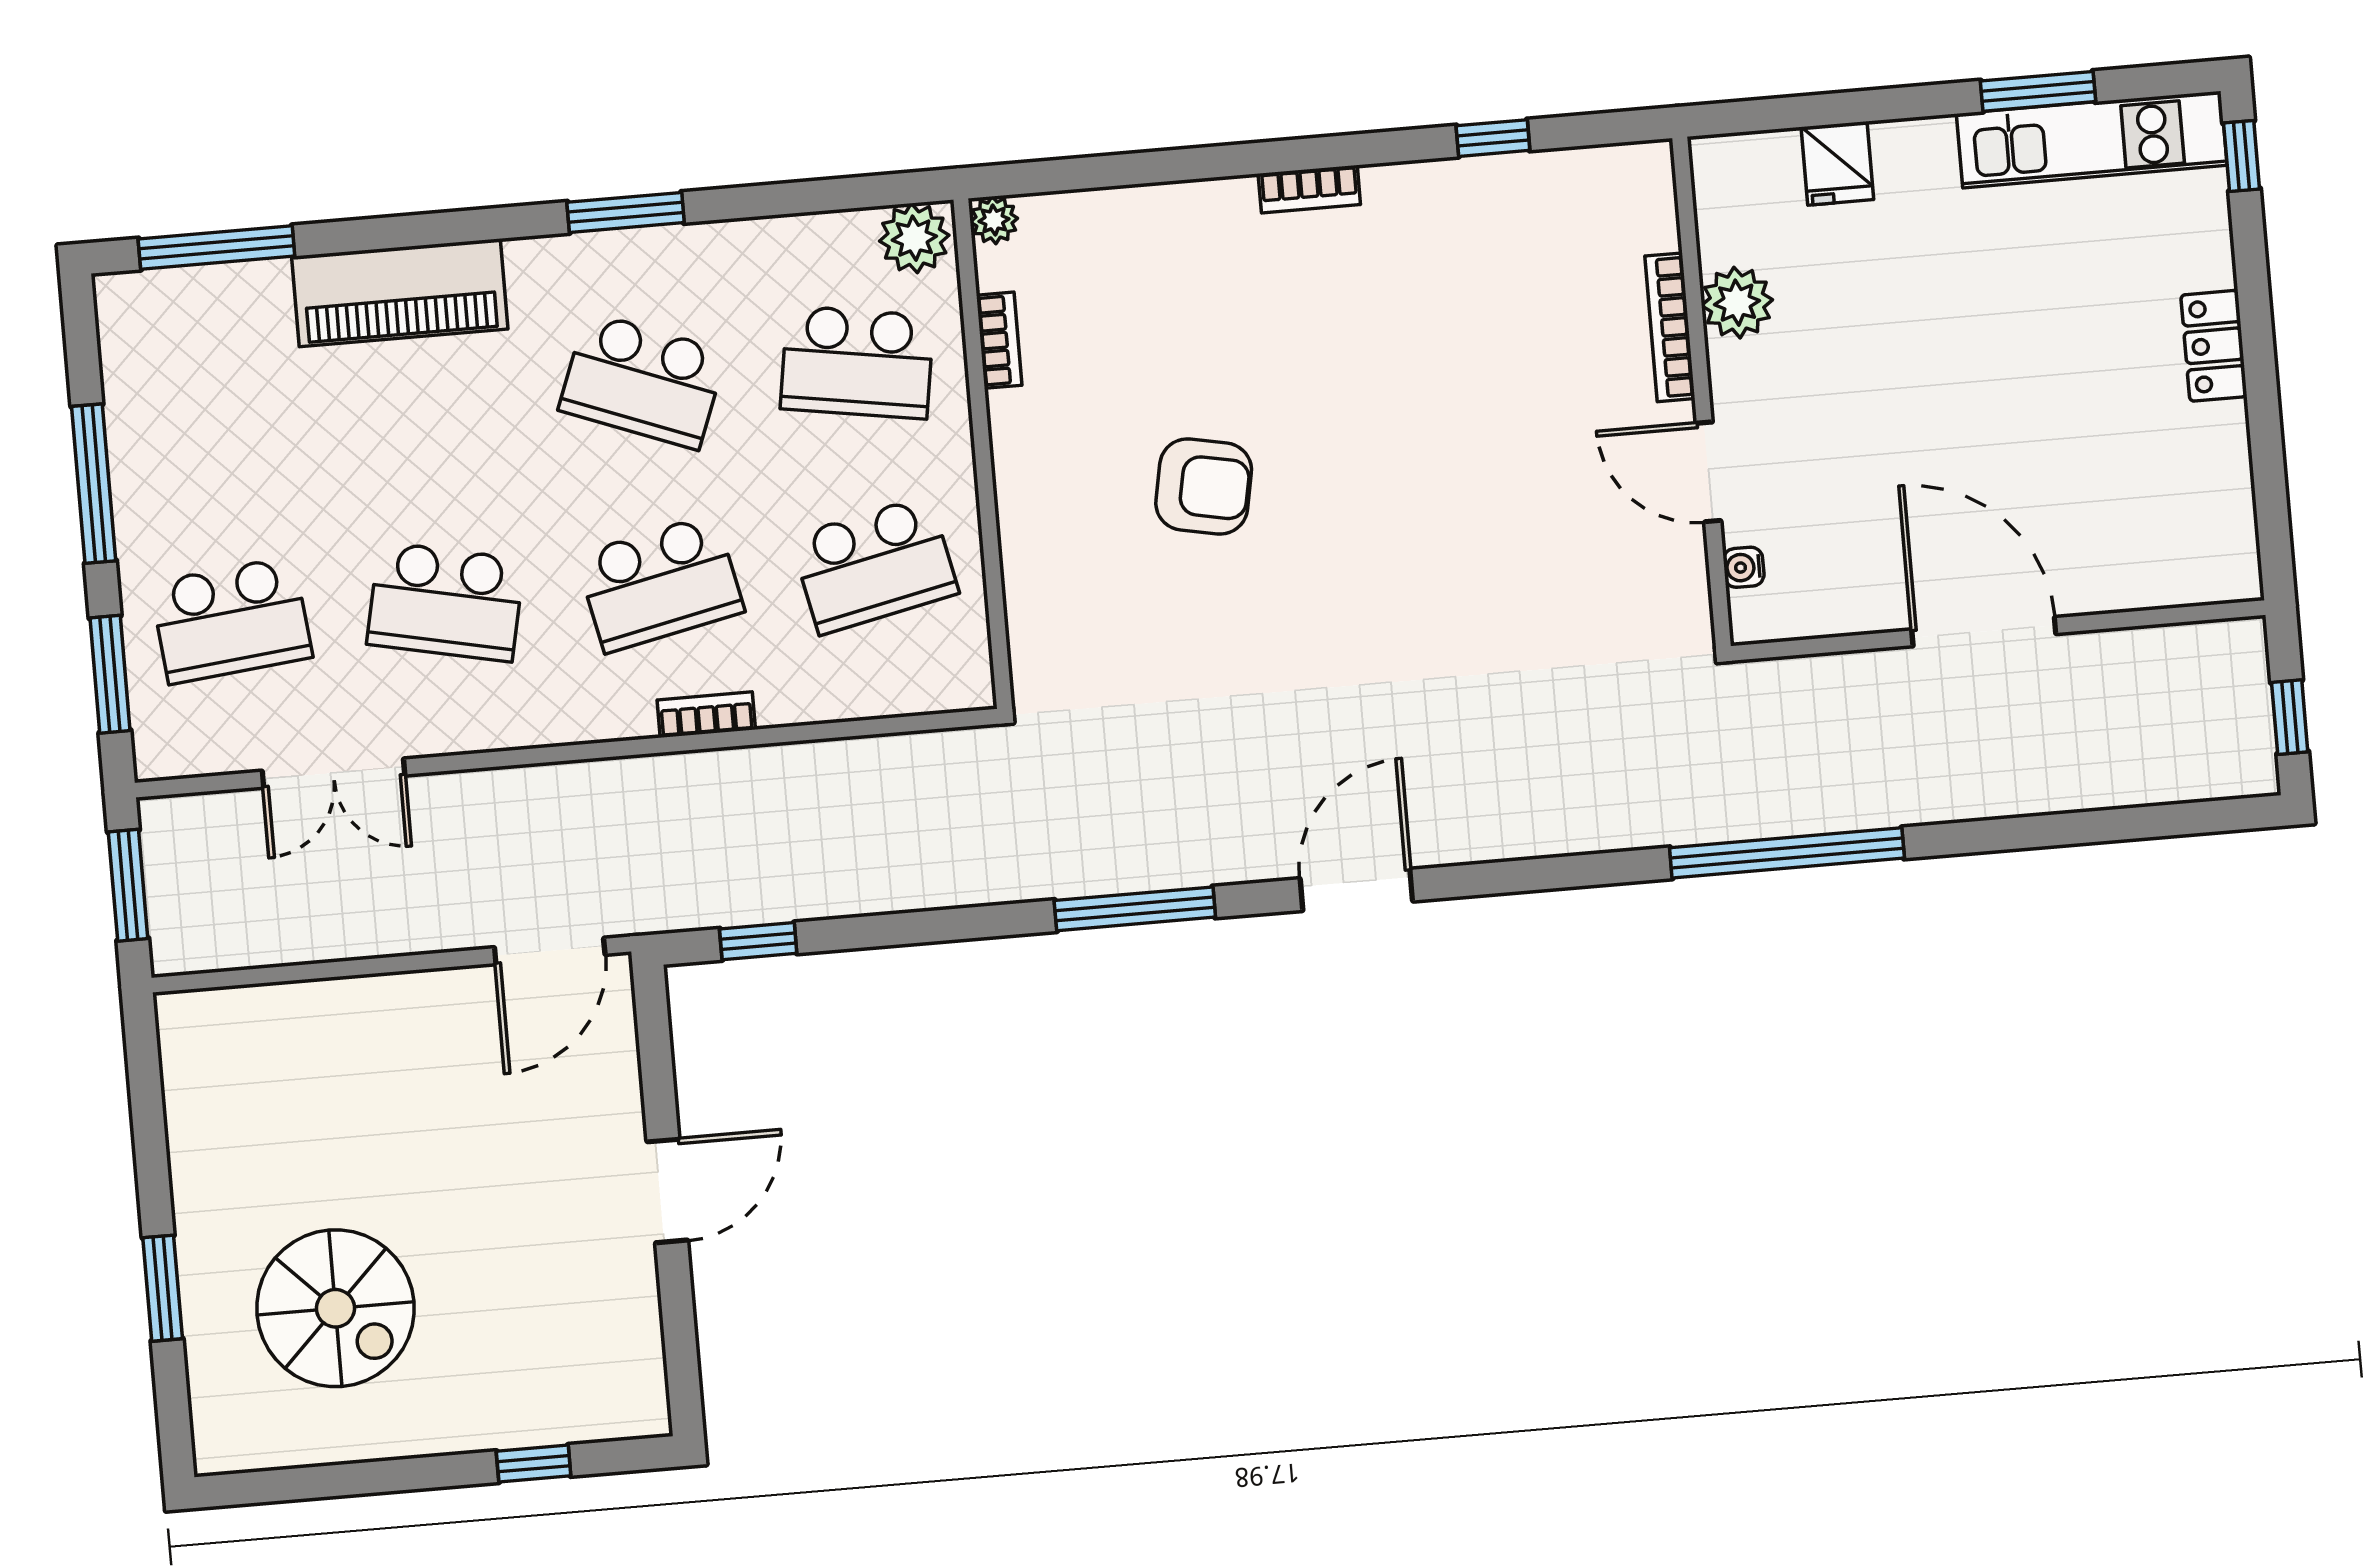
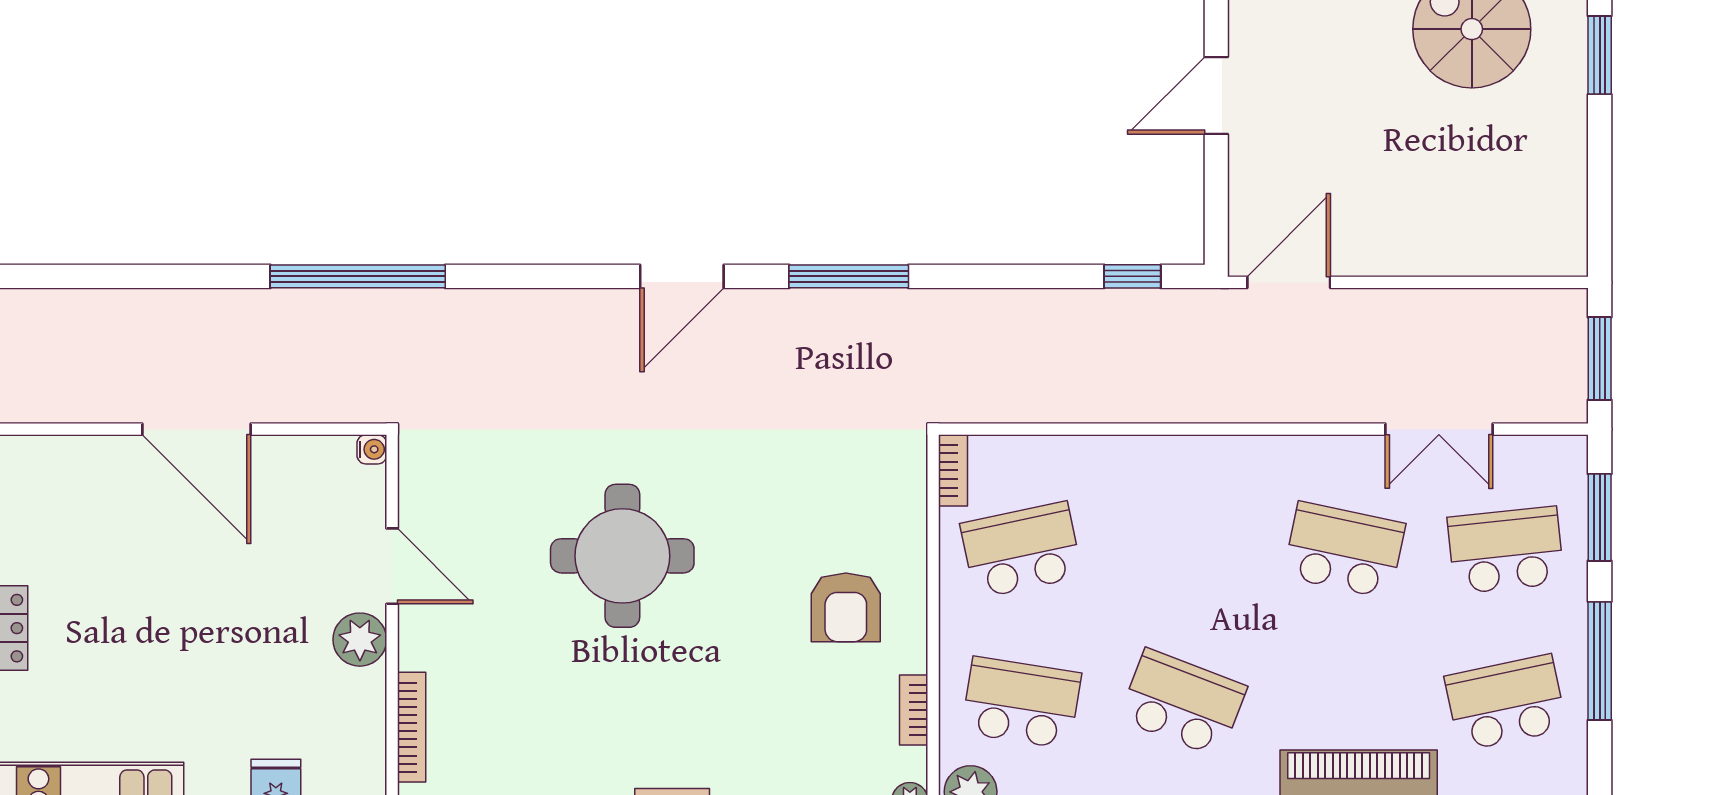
plant: (1737, 303) -> (360, 640), moved
bookcase: (1670, 327) -> (412, 727), moved
armchair: (1204, 487) -> (846, 607), moved, turned -101
round table: (1404, 512) -> (622, 556), added
water cooler: (1744, 567) -> (372, 449), moved
school desk: (660, 583) -> (1506, 703), moved
bookcase: (706, 715) -> (953, 470), moved, turned -90
double door: (333, 773) -> (1439, 429), swing flipped

